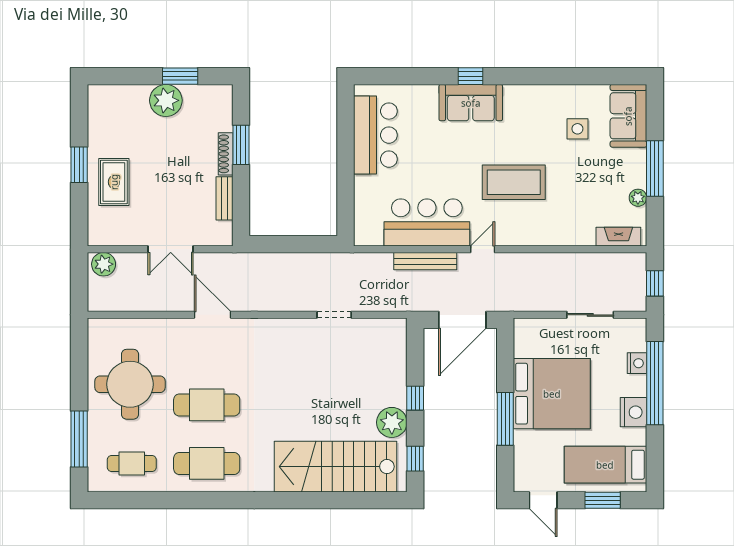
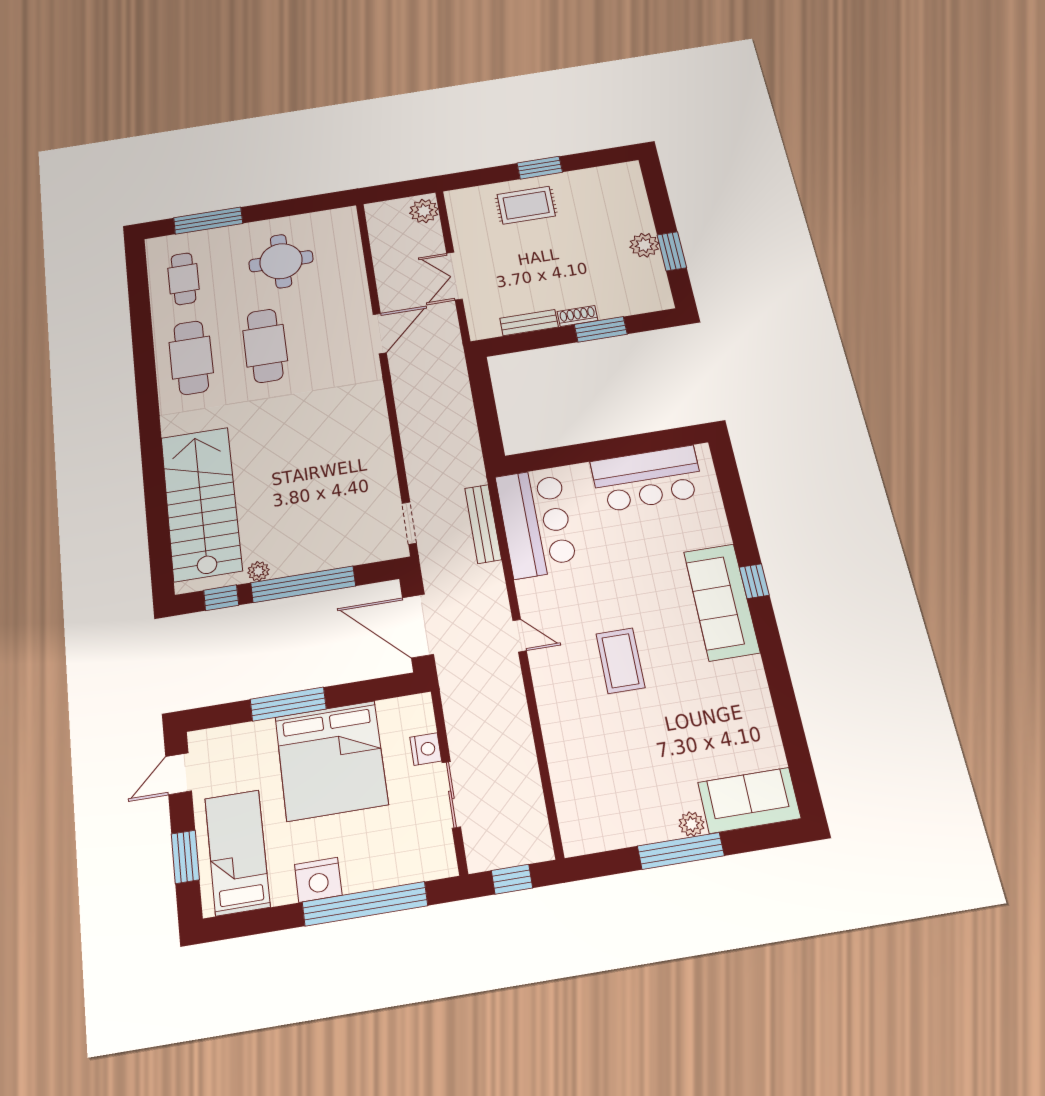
plant: (166, 100) -> (644, 245), width x0.73, depth x0.73
sofa: (471, 103) -> (722, 602), width x1.36
side table: (577, 129) -> (714, 733), removed
shoe rack: (226, 154) -> (578, 316), width x0.70
coffee table: (514, 182) -> (620, 661), width x0.73, depth x0.76
plant: (638, 198) -> (692, 824), moved
bar counter: (427, 222) -> (536, 523), moved
fireplace: (618, 237) -> (571, 816), removed
bench: (425, 261) -> (483, 524), moved
doorway: (334, 315) -> (409, 523), moved
nightstand: (637, 363) -> (426, 749), moved, turned -90
round table: (130, 384) -> (281, 261), width x0.73, depth x0.73
window: (415, 398) -> (303, 584), width x3.17
plant: (392, 422) -> (258, 571), width x0.53, depth x0.53

